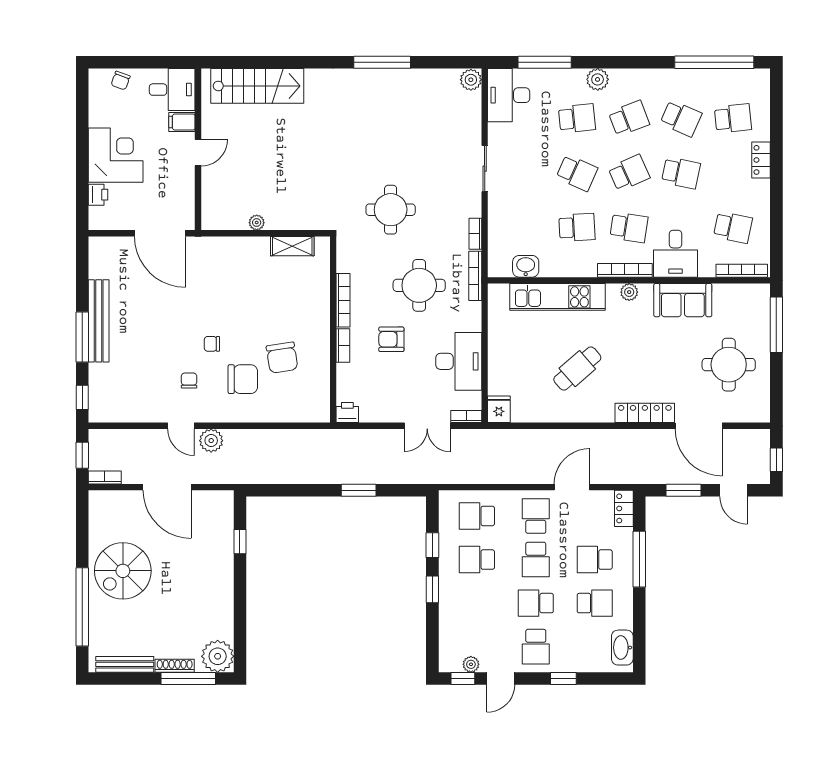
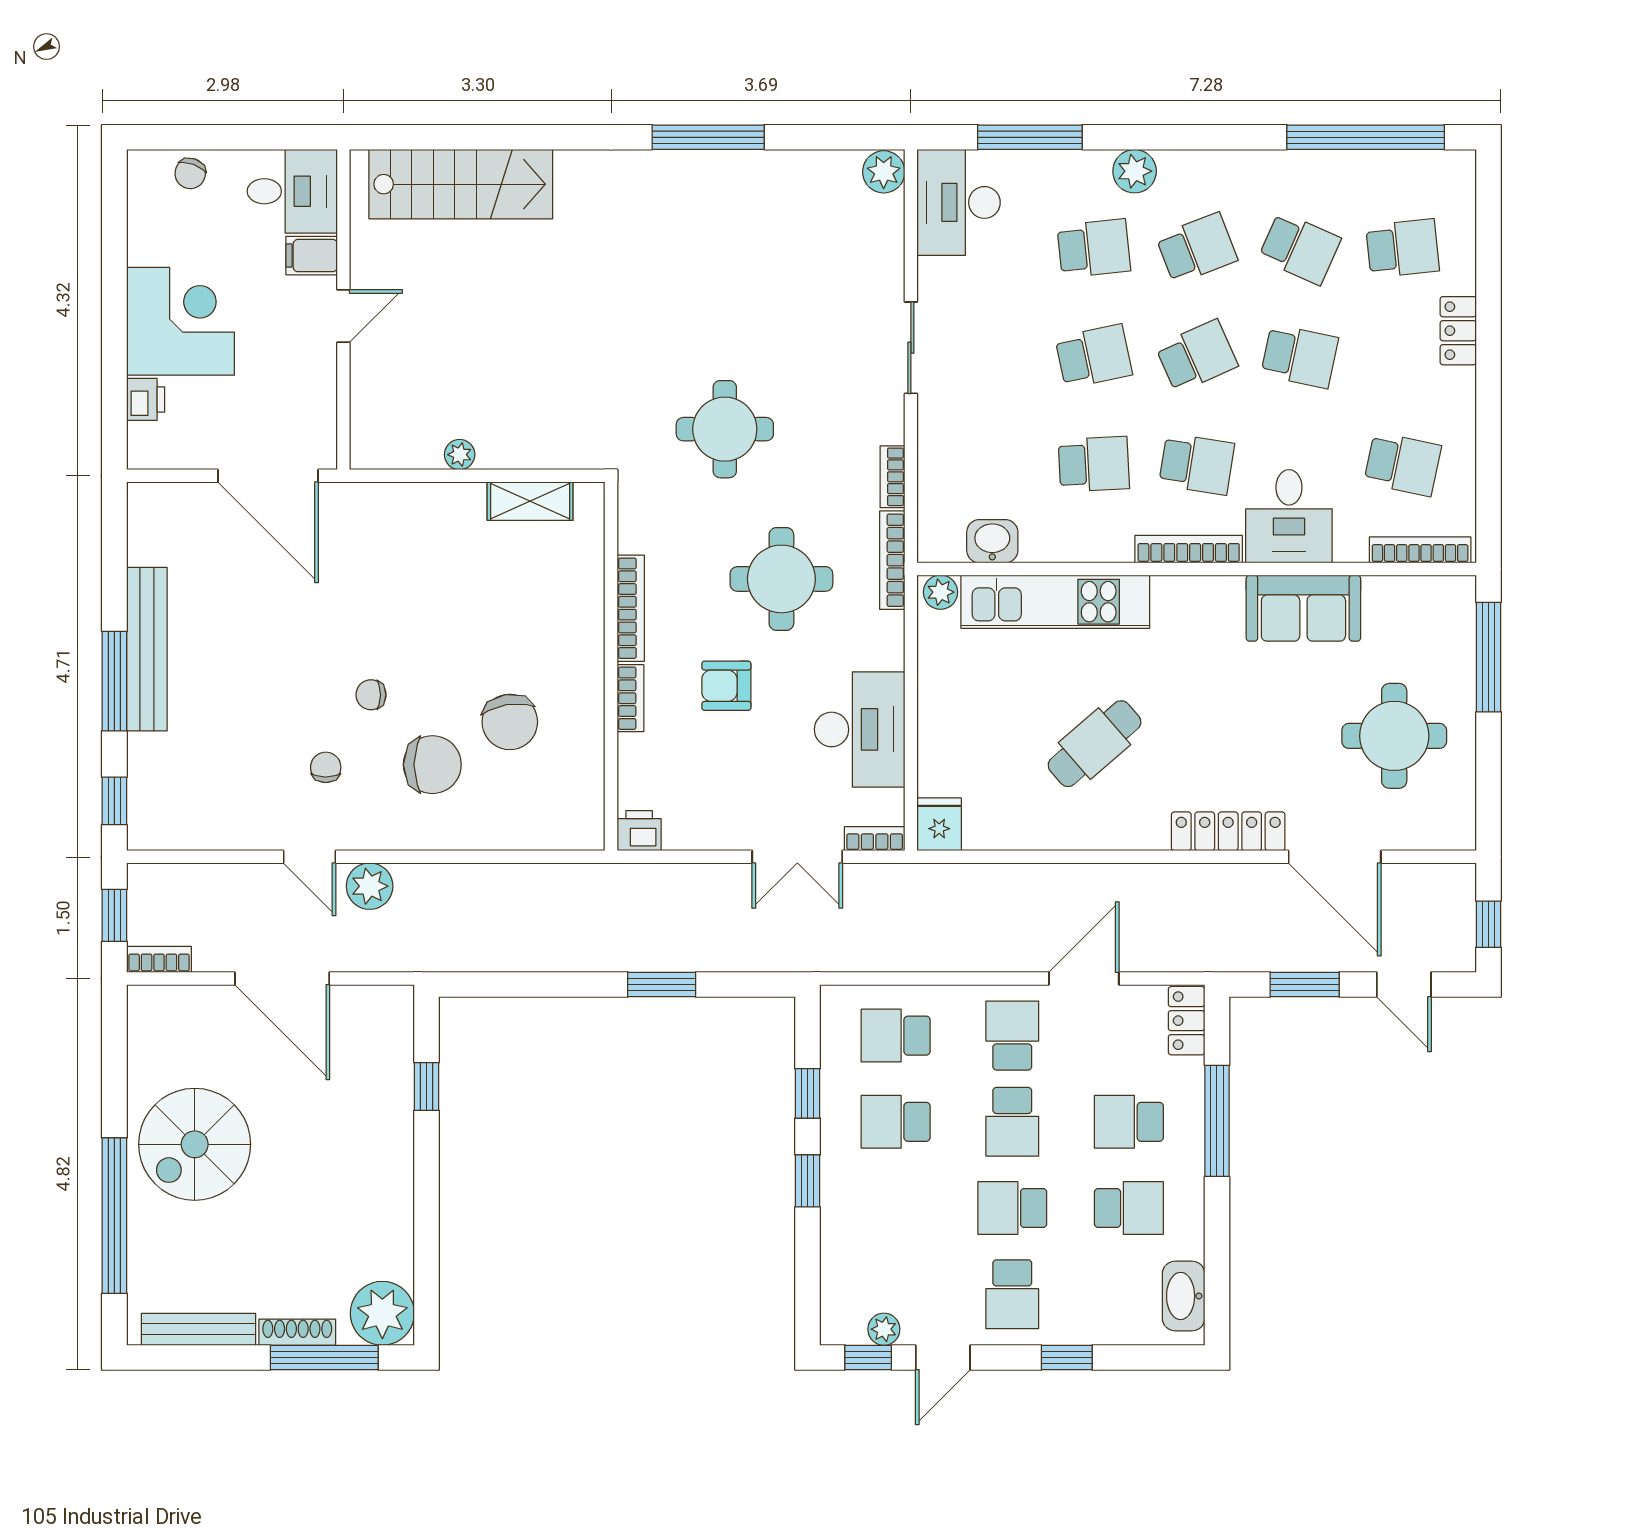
school desk: (577, 173) -> (1094, 356), turned -36
plant: (629, 292) -> (941, 592), moved

